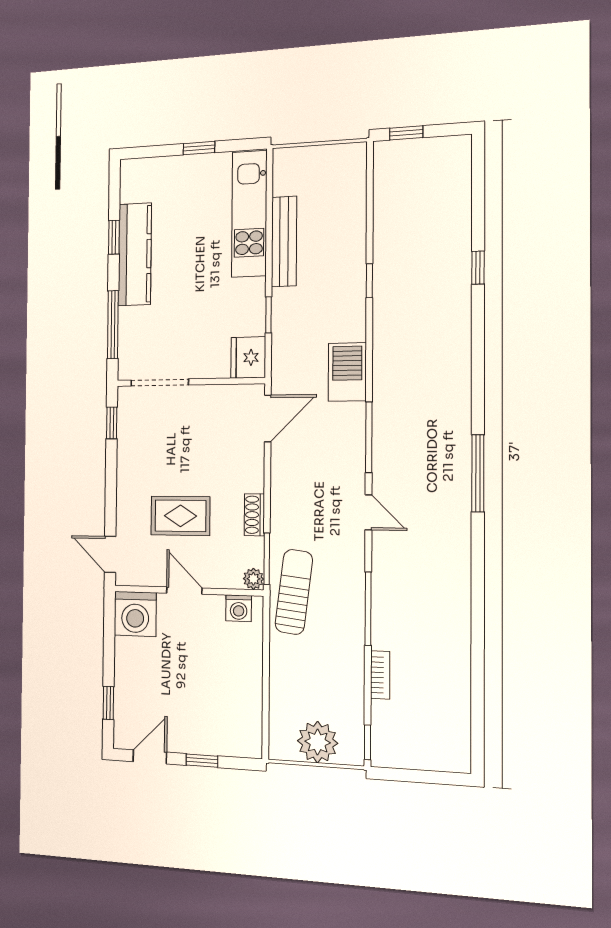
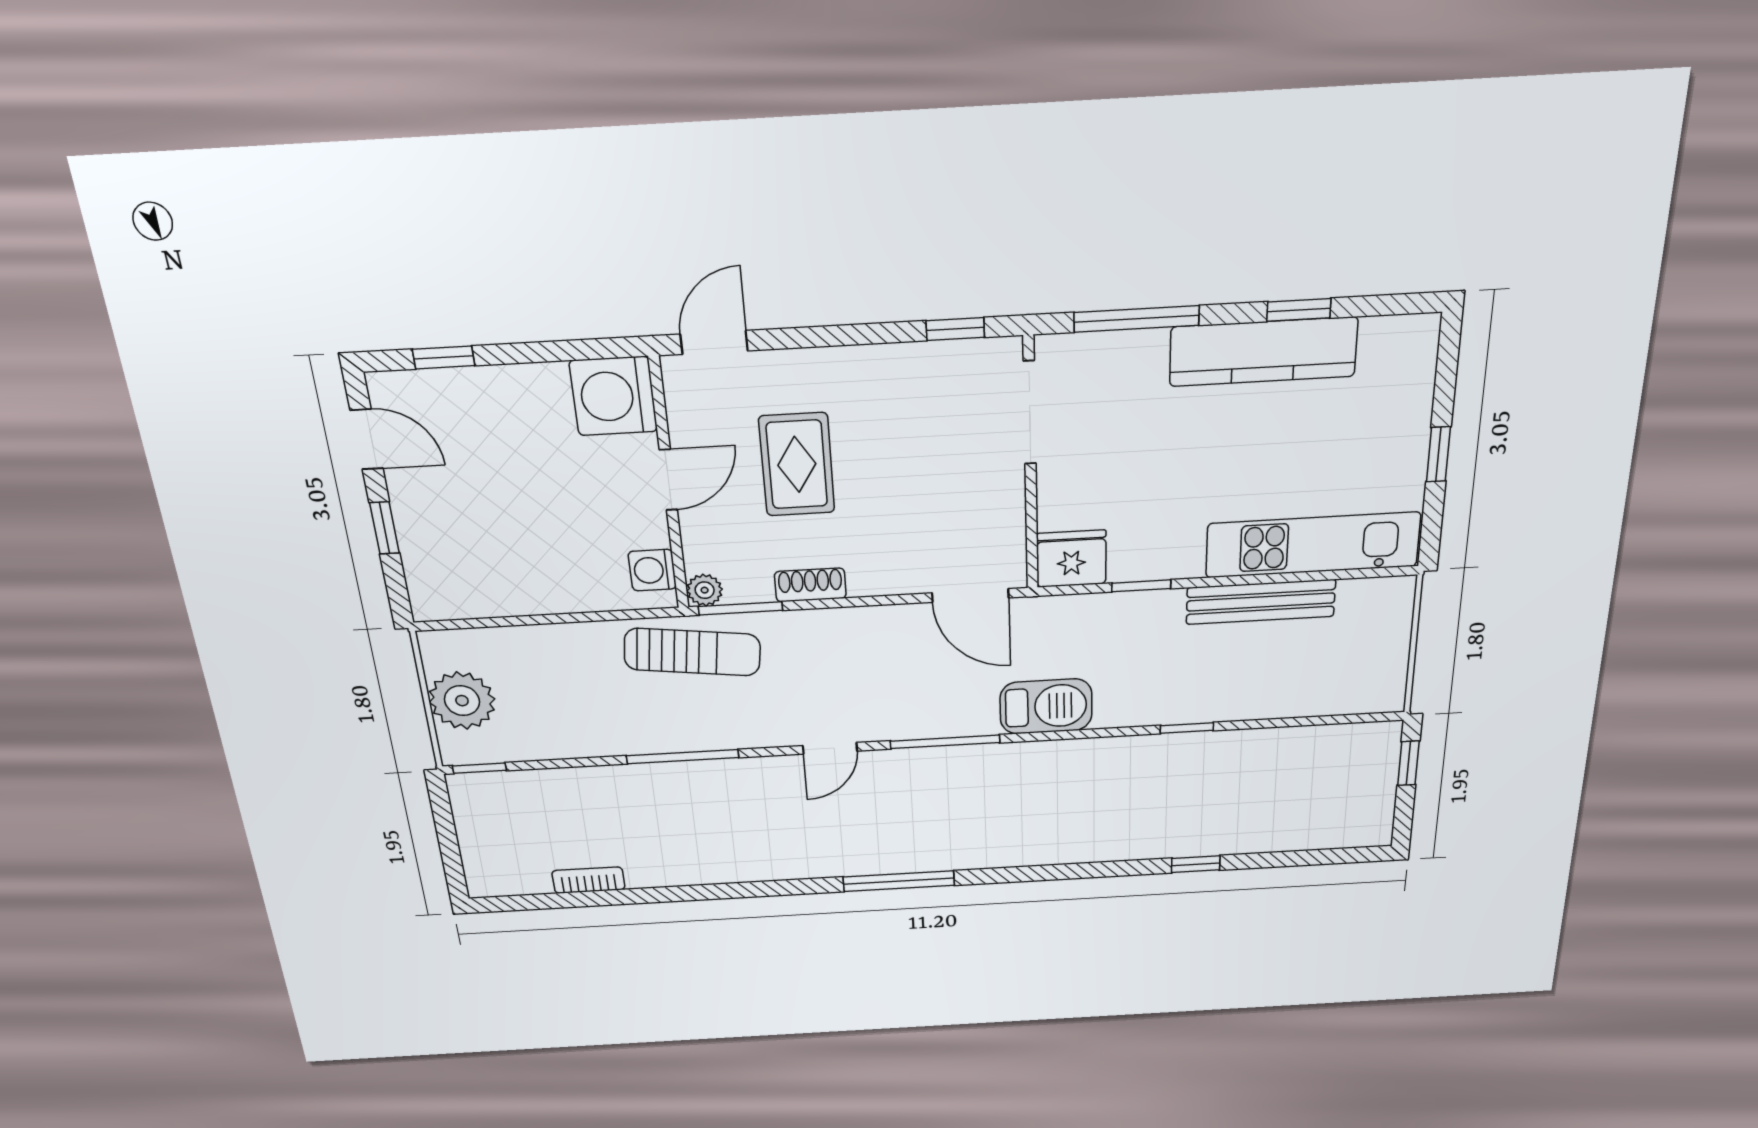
bookcase: (380, 675) -> (588, 880), moved, turned 180

